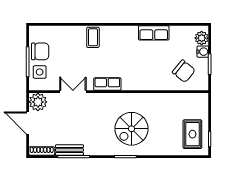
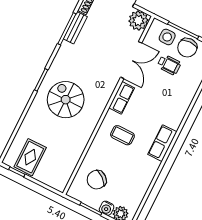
row of seats: (154, 33) -> (162, 143), moved
coffee table: (93, 37) -> (122, 135), moved
wheelchair: (61, 59) -> (169, 65), added
double door: (73, 92) -> (131, 60), width x1.37
rug: (192, 134) -> (30, 157), turned 90

